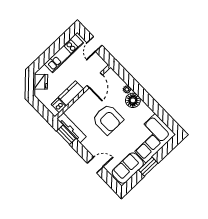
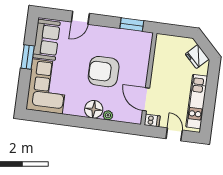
kitchen counter: (71, 93) -> (159, 69), removed
dishwasher: (58, 105) -> (152, 120), moved
tv unit: (72, 128) -> (132, 36), removed

